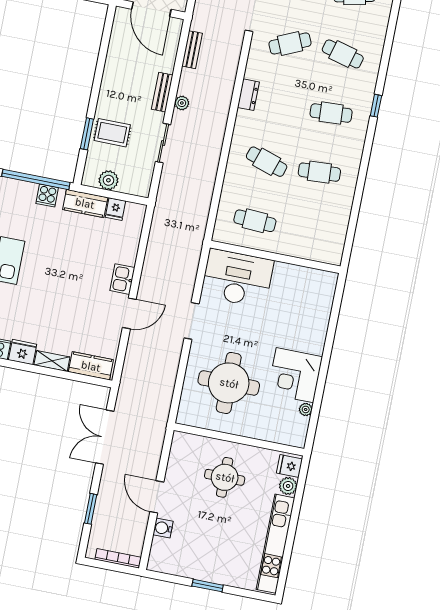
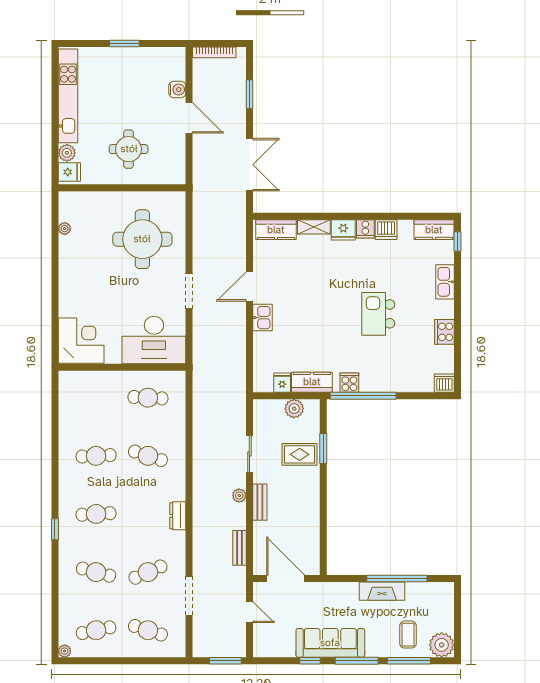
corner desk: (295, 375) -> (81, 341), moved

